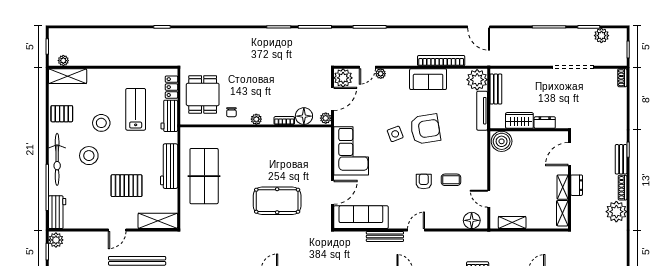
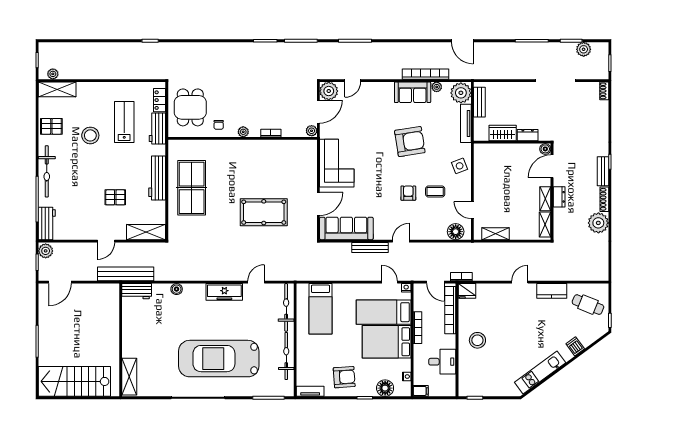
plant: (381, 74) -> (437, 87), moved
floor lamp: (304, 116) -> (290, 129), removed
side table: (395, 134) -> (460, 166), moved
boiler: (502, 141) -> (545, 149), moved, width x0.54, depth x0.54
stool: (89, 156) -> (78, 168), removed
pallet: (127, 186) -> (115, 197), width x0.67, depth x0.71

